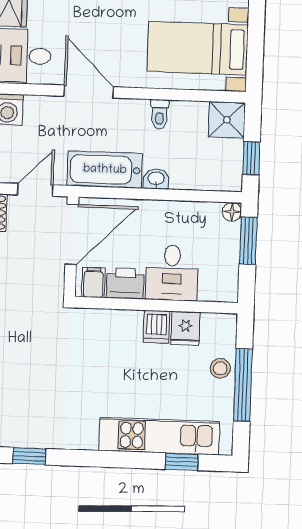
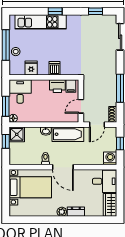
door: (89, 92) -> (63, 167), moved
shower: (227, 120) -> (17, 134), moved
door: (72, 234) -> (81, 106), width x0.53
desk: (172, 273) -> (20, 92), moved
dishwasher: (156, 327) -> (55, 68), moved
window: (182, 462) -> (55, 11), moved

